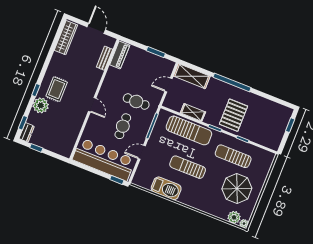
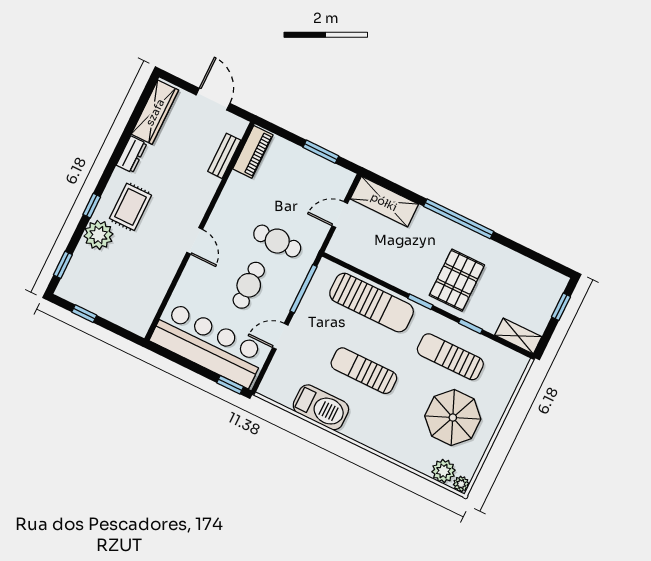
shelving: (193, 112) -> (518, 336), moved
dresser: (27, 132) -> (132, 154), moved

